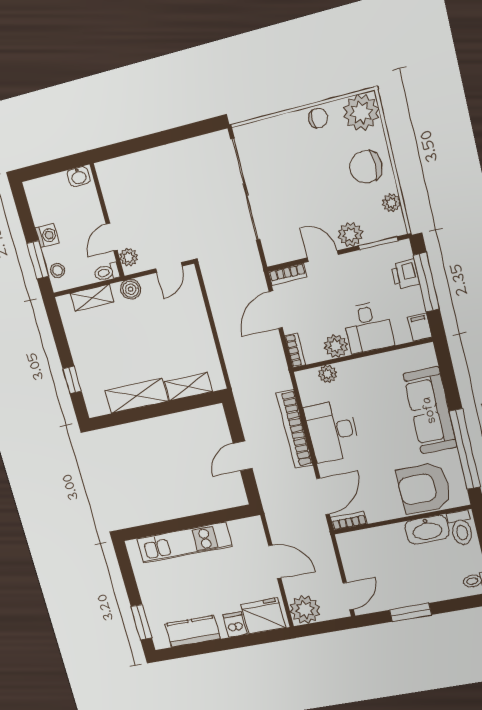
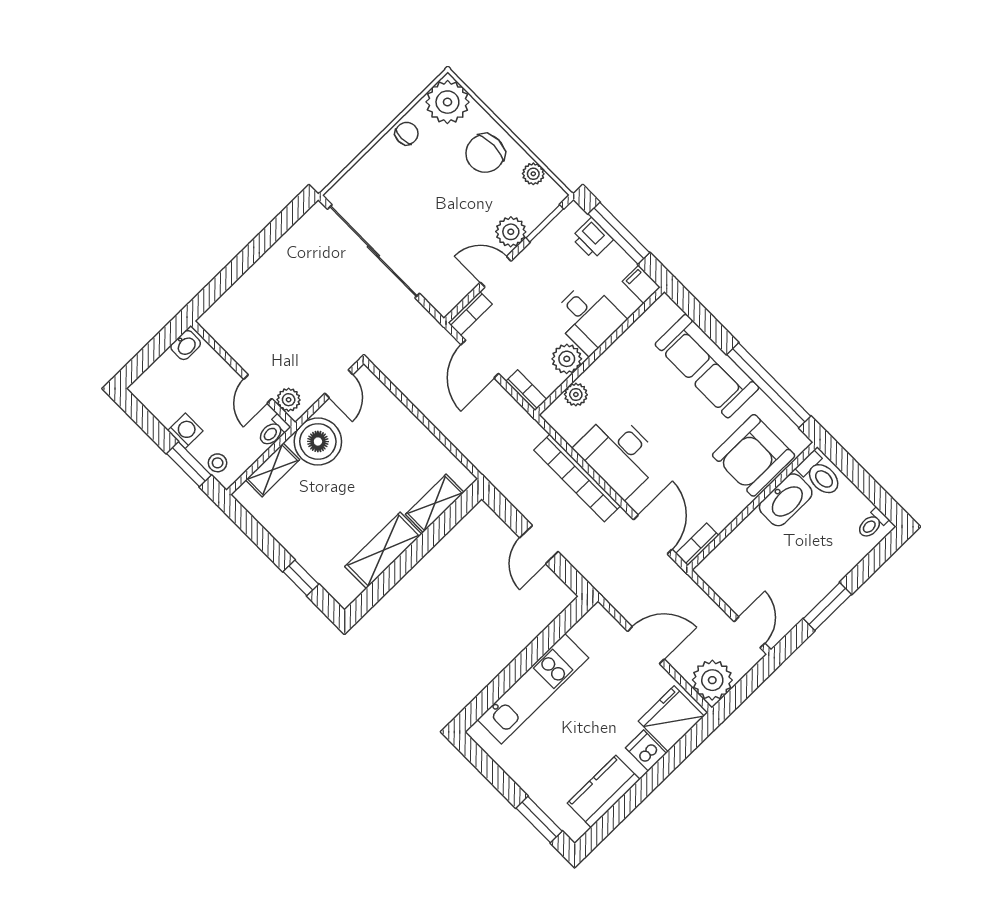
boiler: (131, 289) -> (318, 441), width x1.86, depth x1.86

